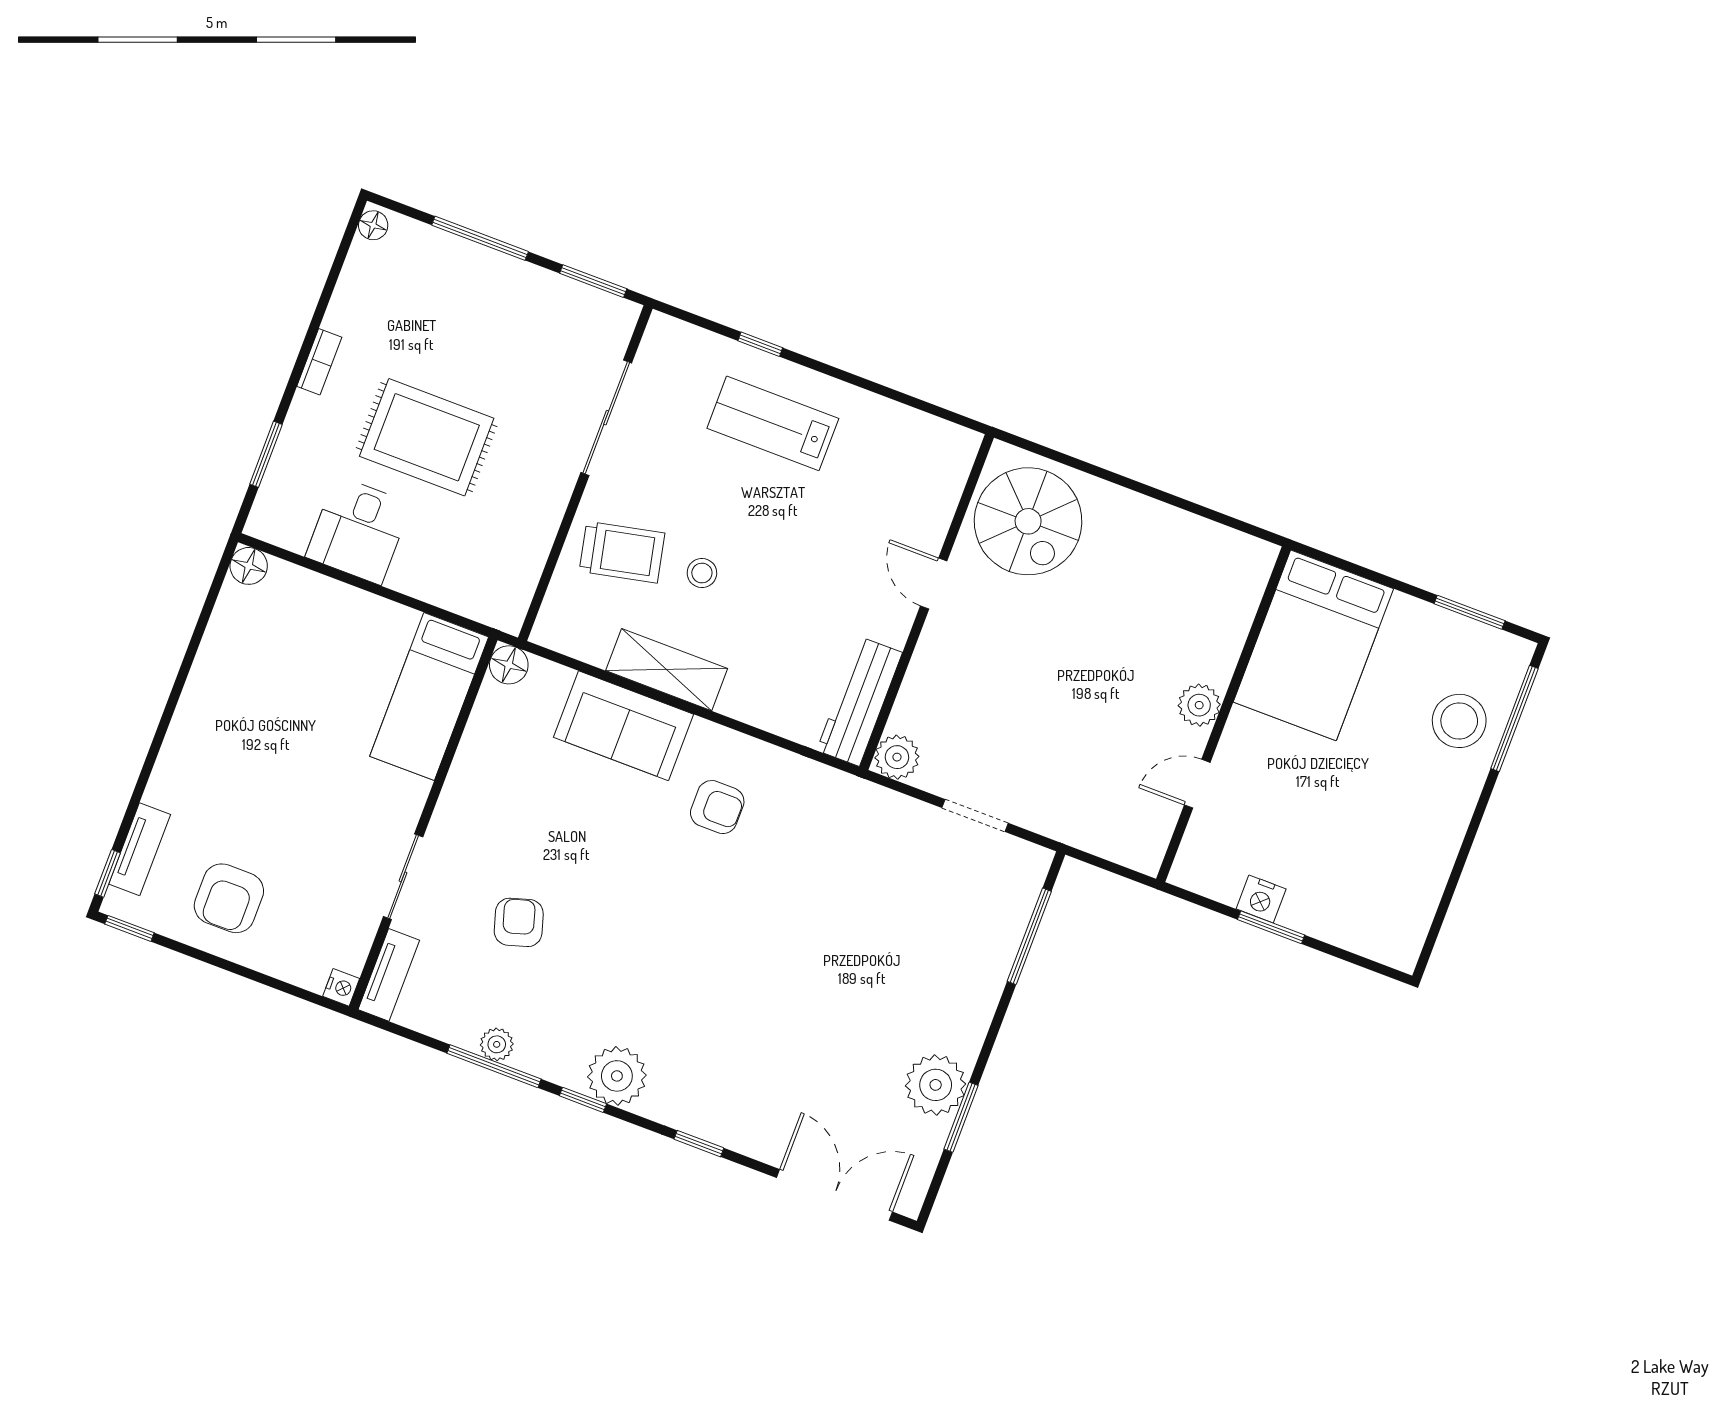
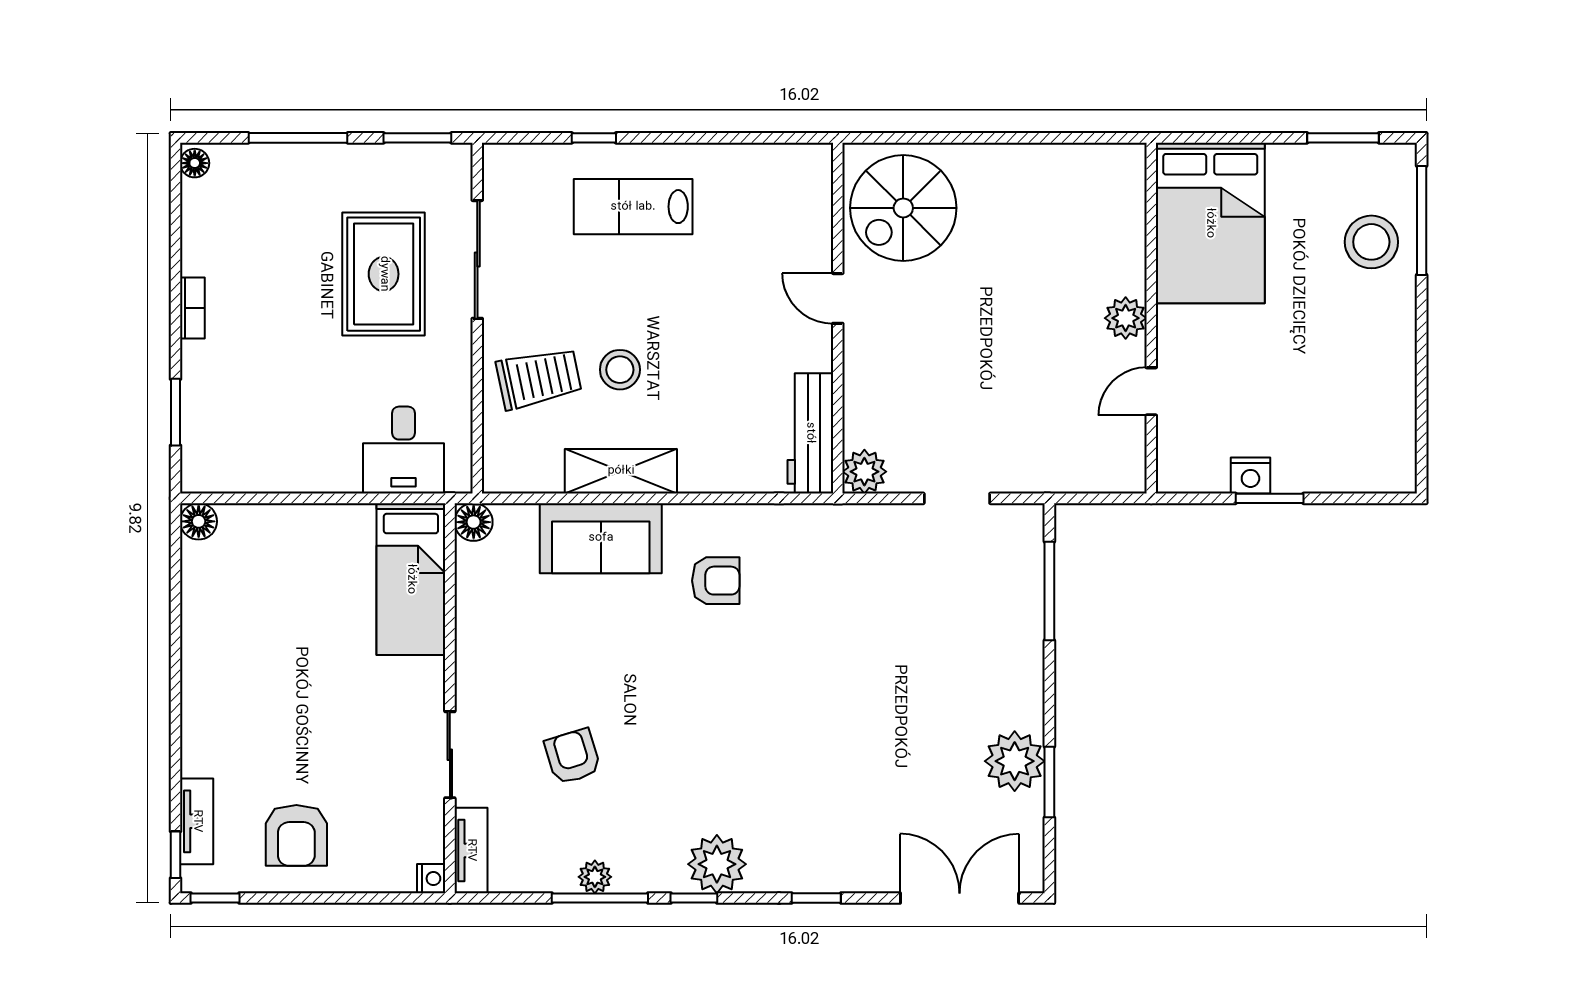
rug: (427, 437) -> (384, 274), moved, turned 90
spiral stairs: (1028, 521) -> (903, 208), turned 90
desk: (358, 530) -> (403, 450), moved
stool: (702, 573) -> (620, 370), width x1.37, depth x1.37

